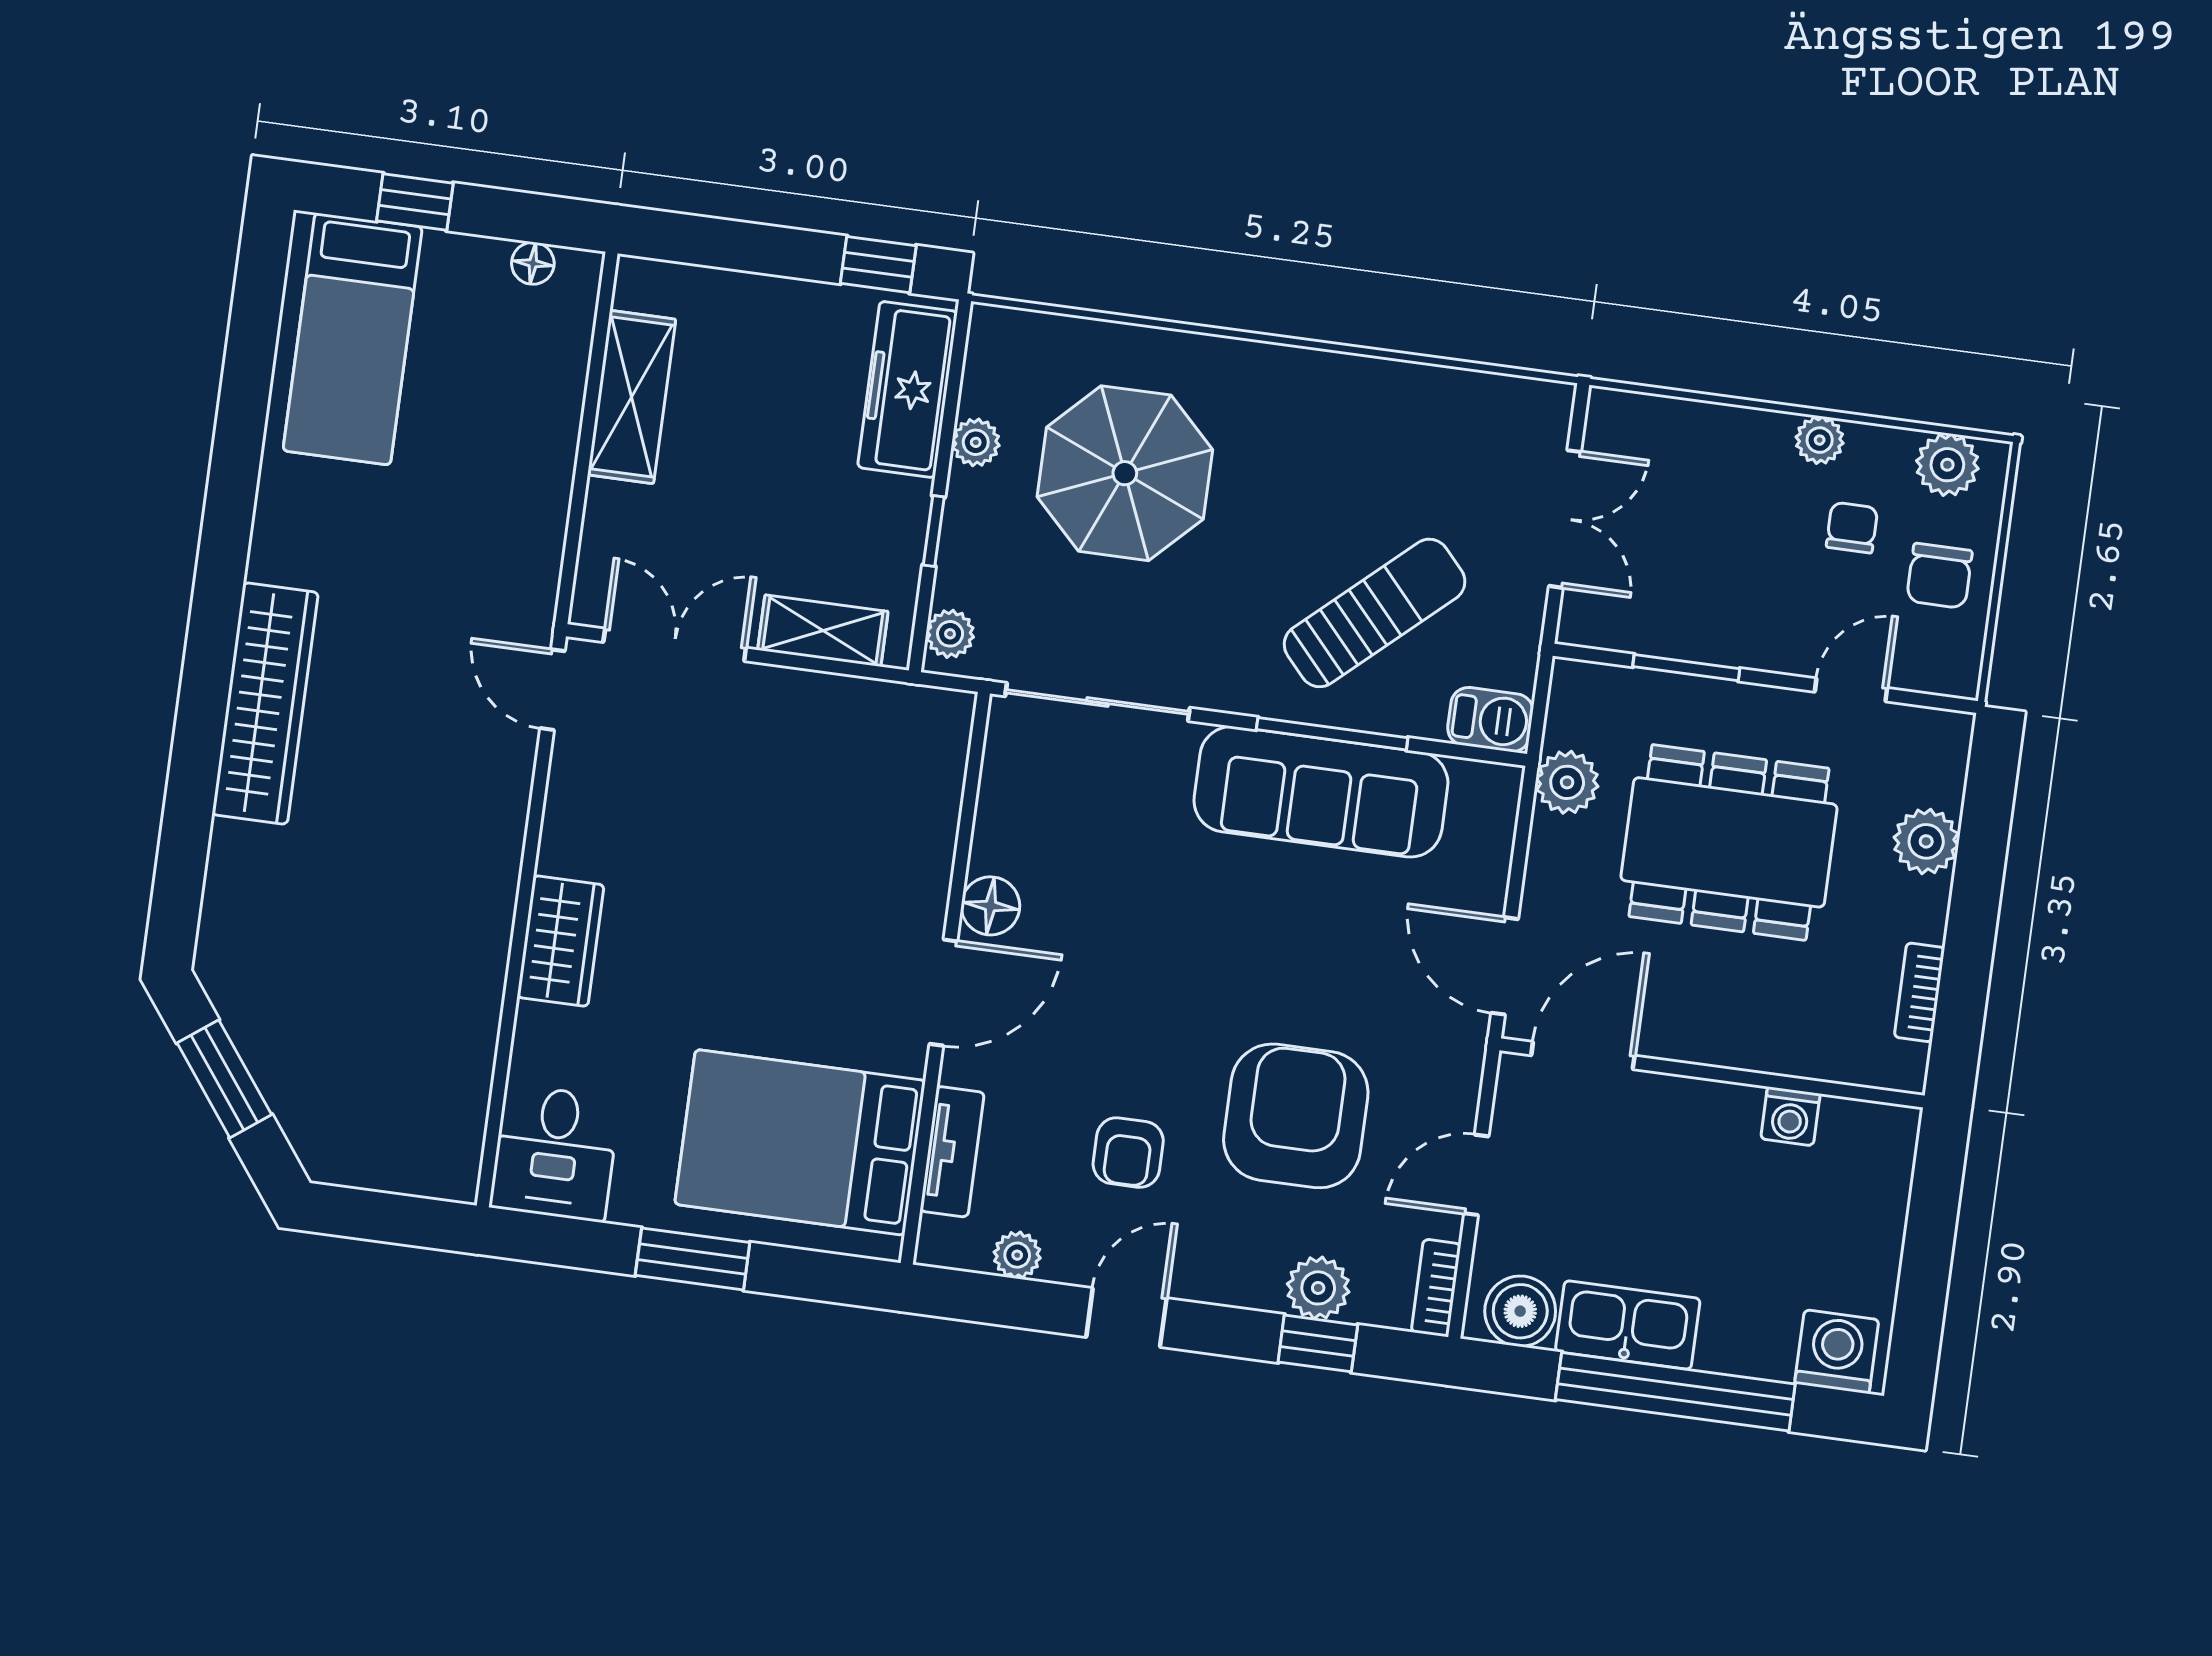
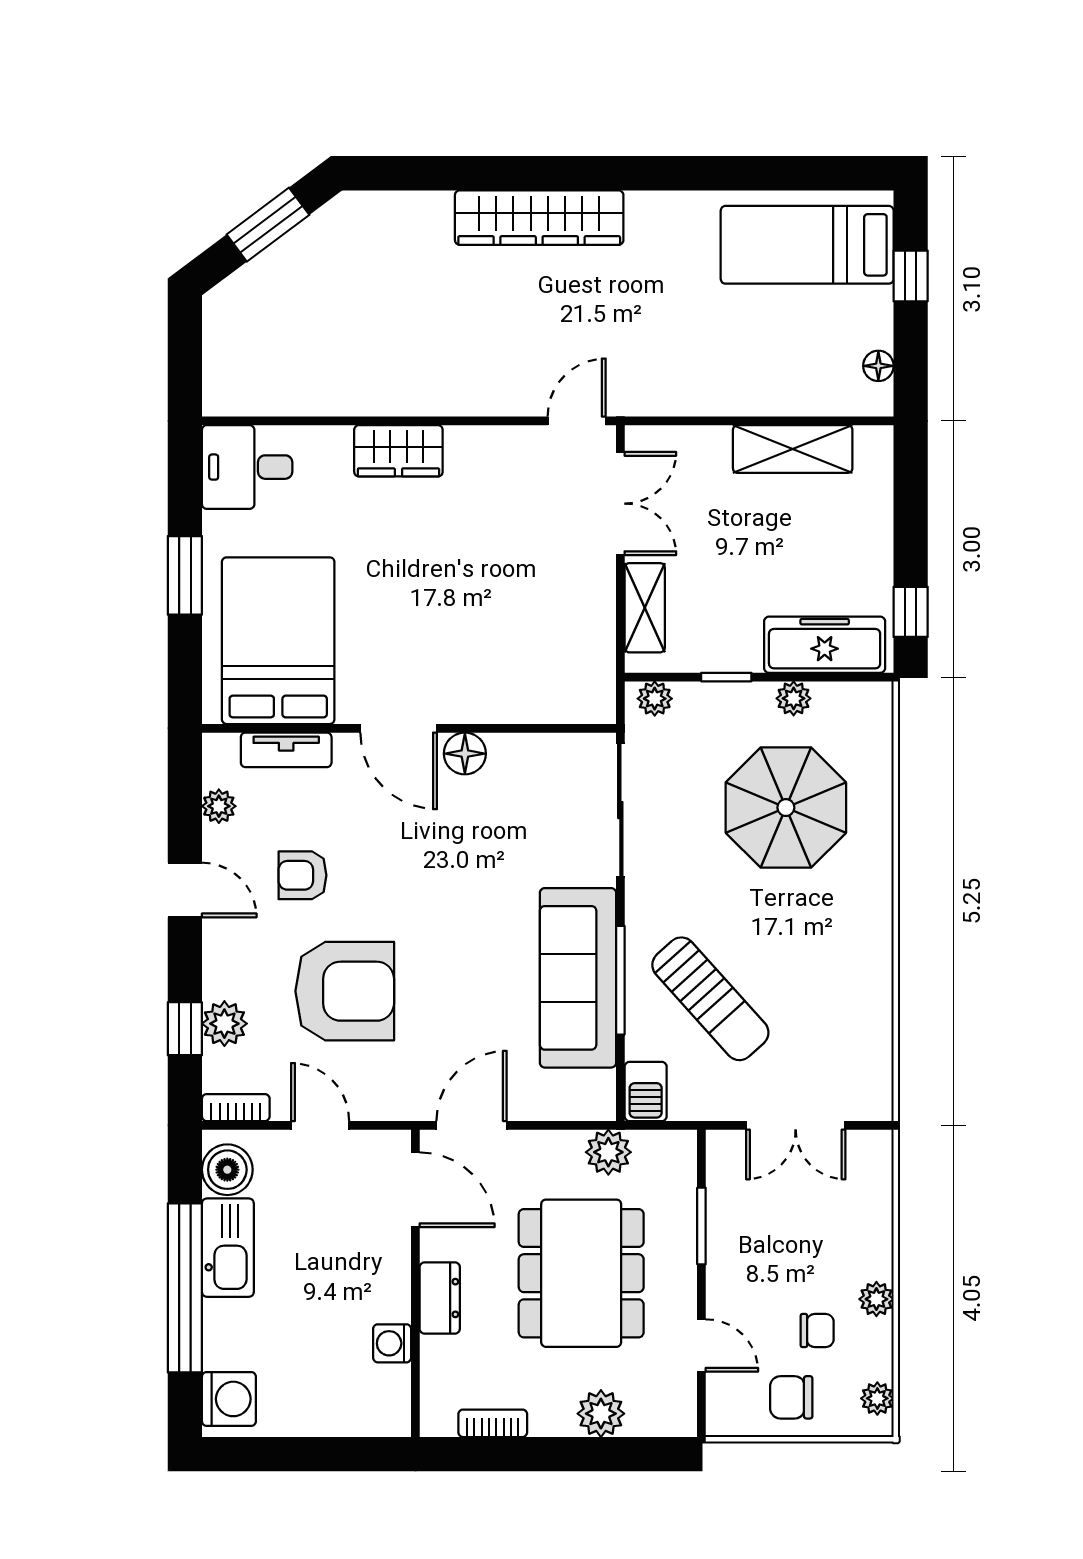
plant: (1947, 465) -> (877, 1398), width x0.73, depth x0.73
dresser: (1737, 1042) -> (440, 1298), added

